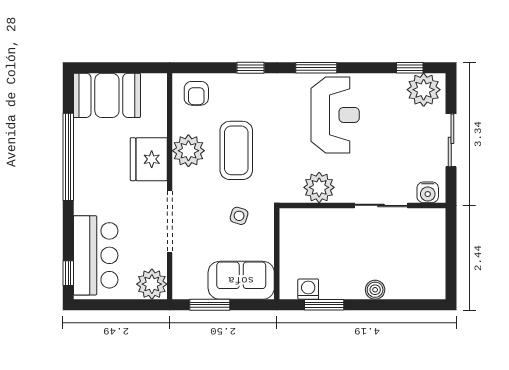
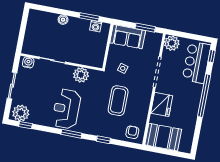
booth: (107, 95) -> (163, 137), moved
plant: (188, 151) -> (141, 105), removed
window: (68, 157) -> (204, 96), moved

